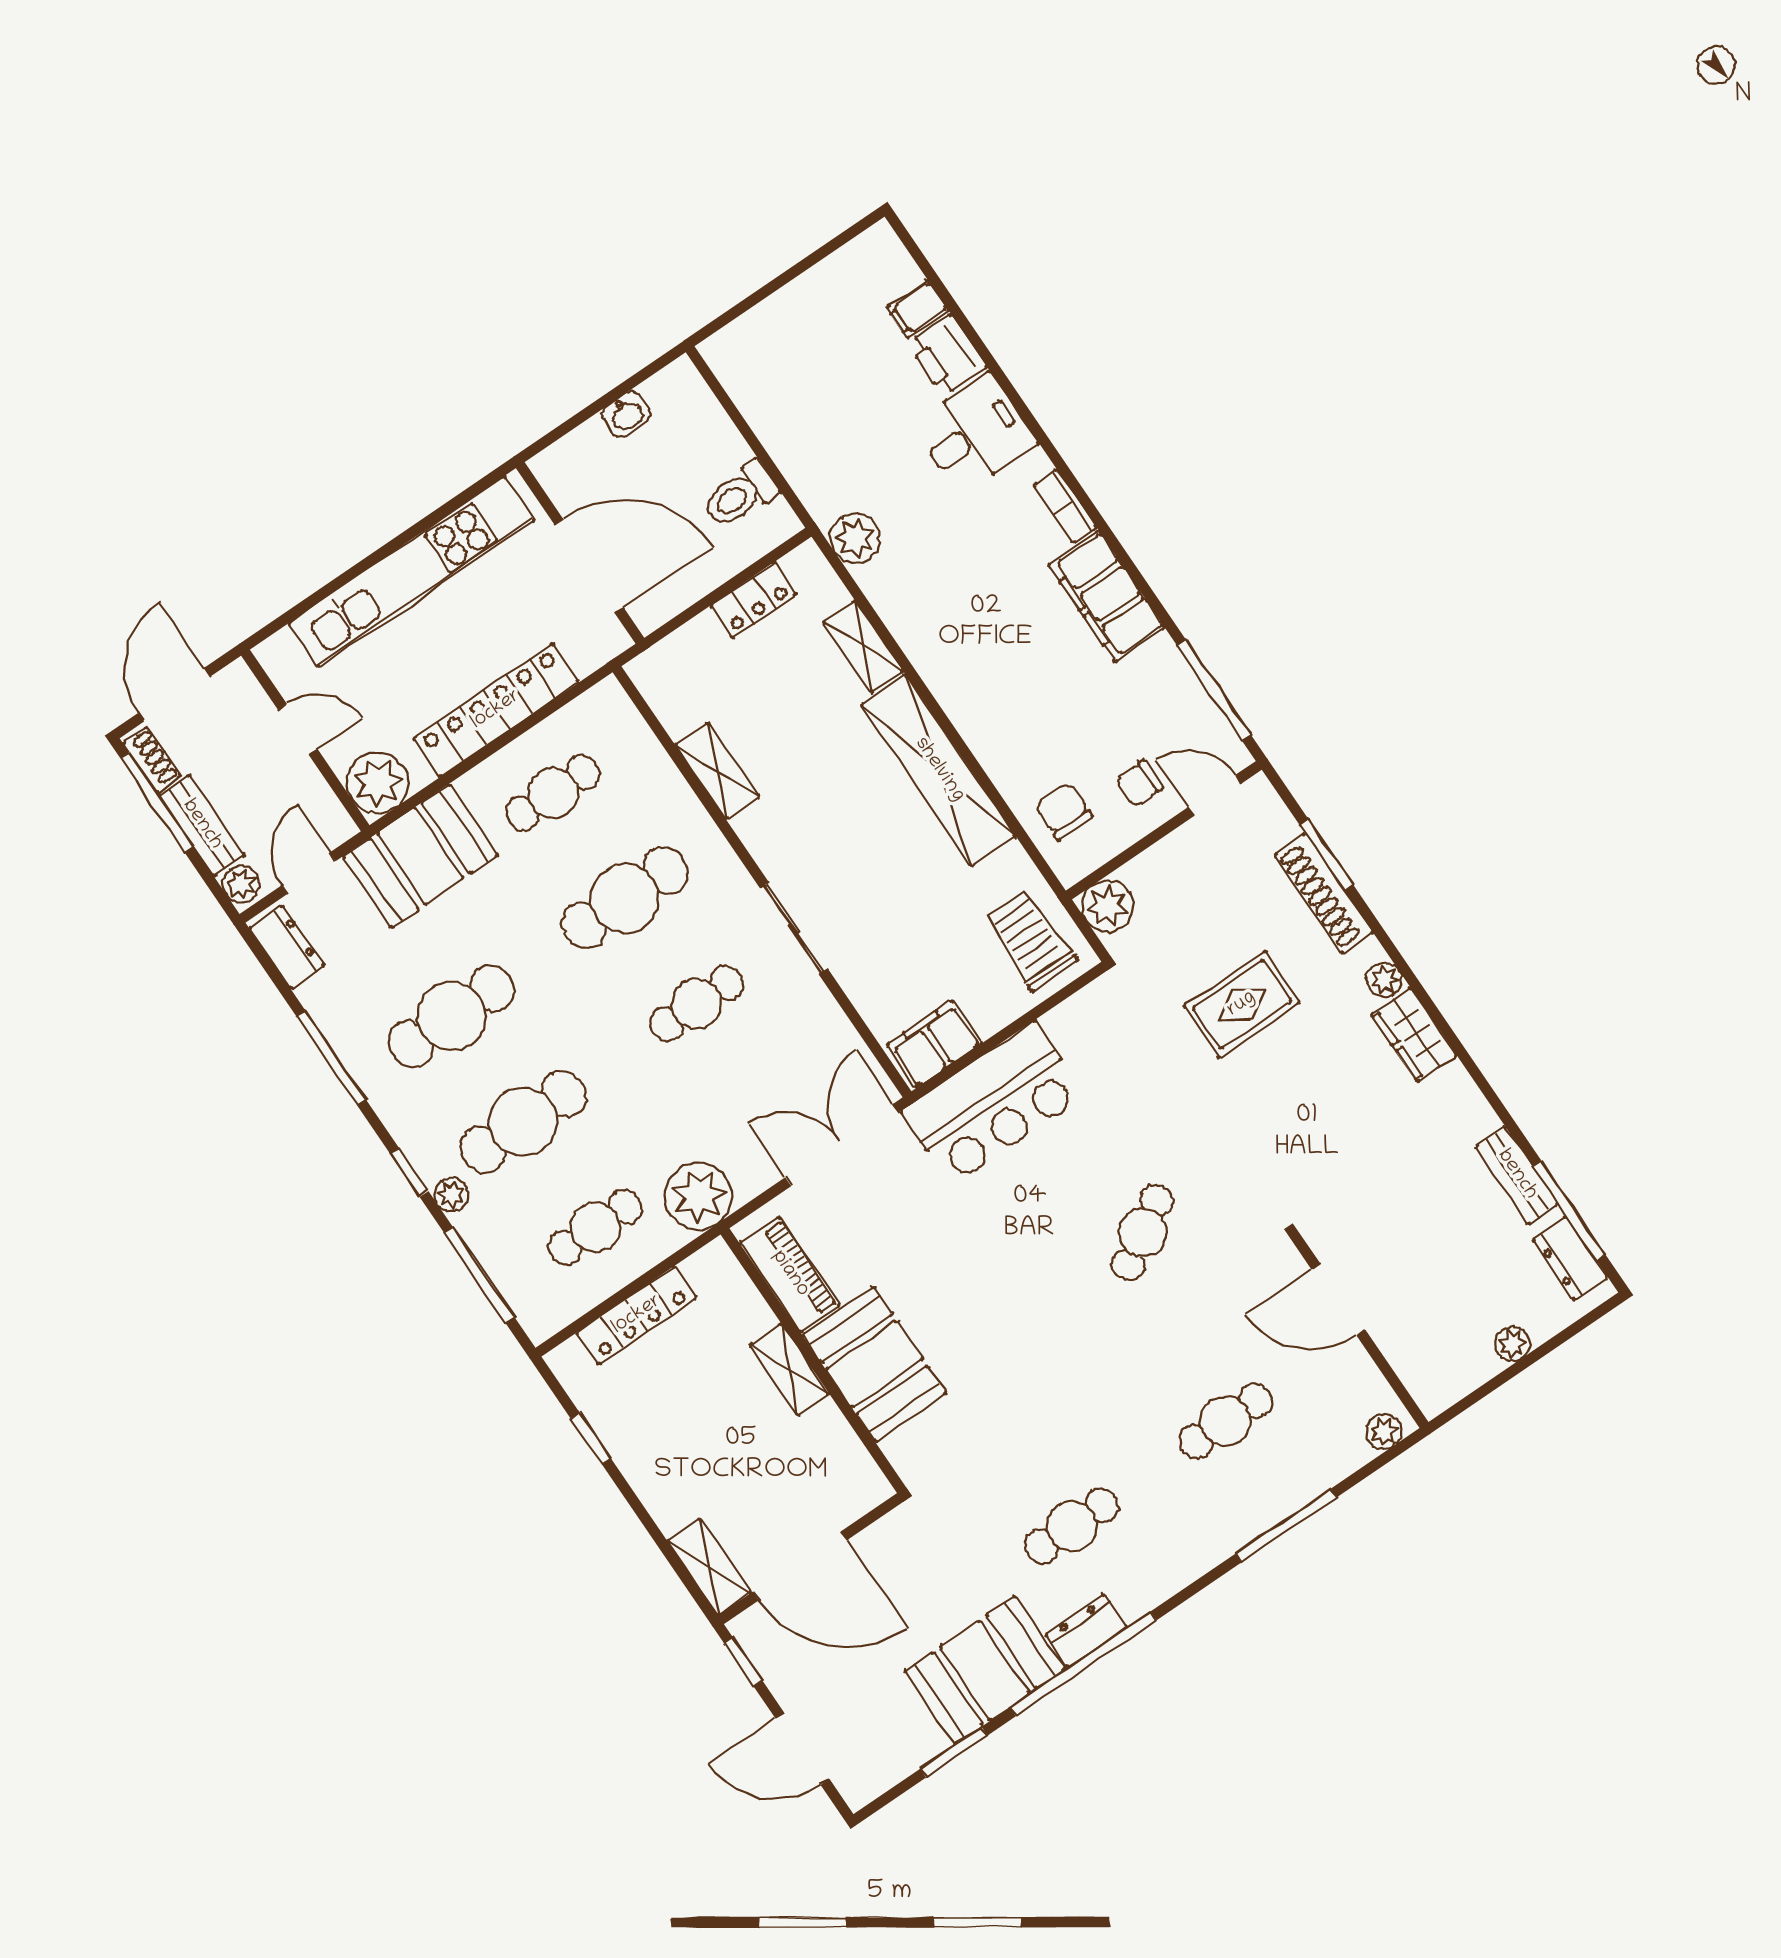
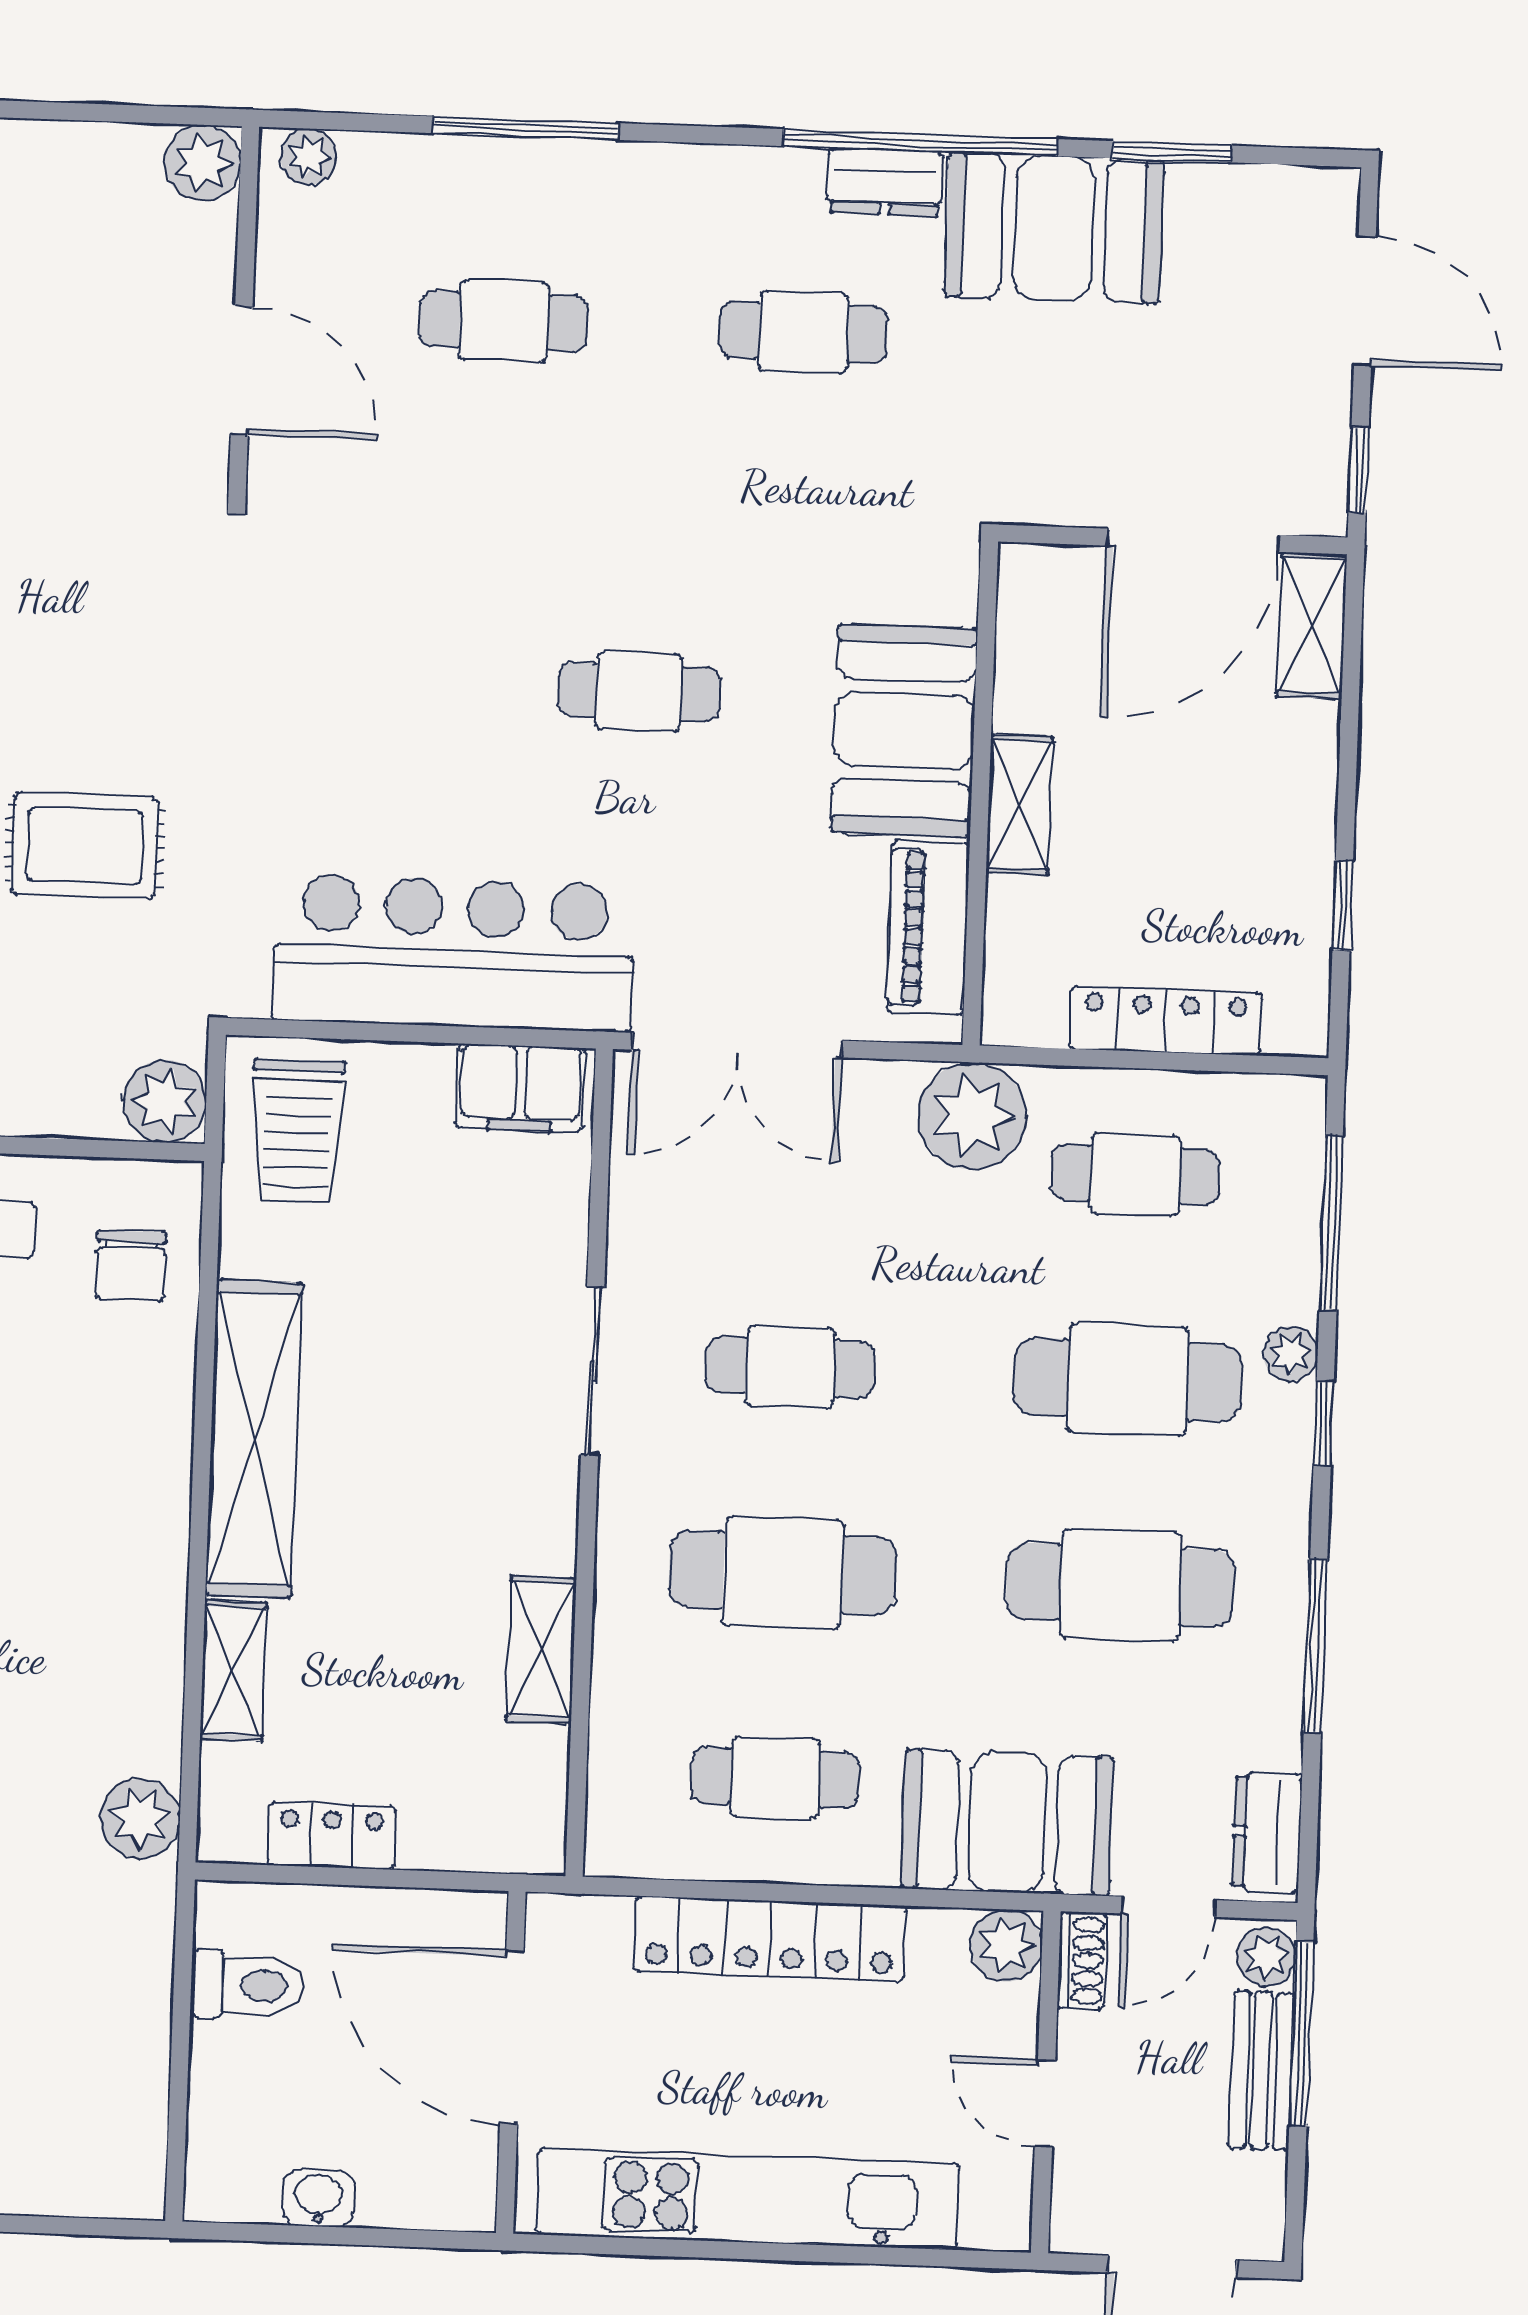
shoe rack: (152, 759) -> (1082, 1961), moved, turned 180
plant: (378, 783) -> (1006, 1945), width x0.73, depth x0.73
window: (157, 802) -> (1301, 2034), moved
bar counter: (993, 1103) -> (453, 953), width x1.36
cafe table: (1143, 1232) -> (639, 692), moved, turned 32
plant: (1512, 1344) -> (203, 163), moved, width x1.38, depth x1.38
door: (800, 1566) -> (1193, 540), swing flipped

